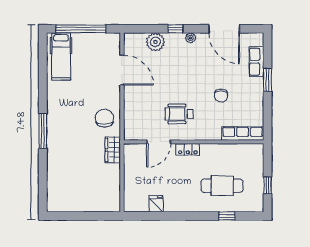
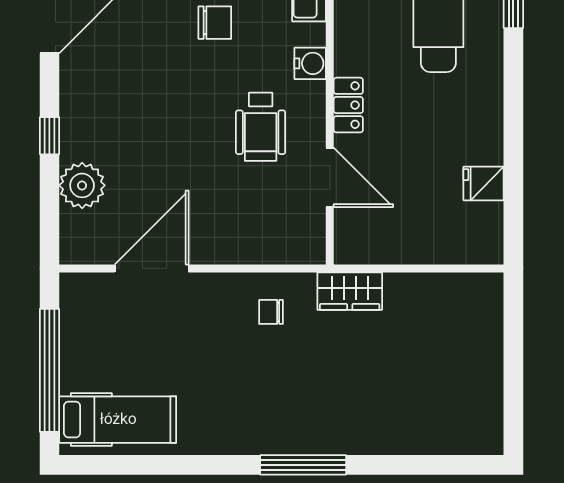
plant: (191, 38) -> (72, 98), removed
chair: (104, 118) -> (271, 312), width x0.54, depth x0.54
water cooler: (205, 134) -> (310, 63), added

